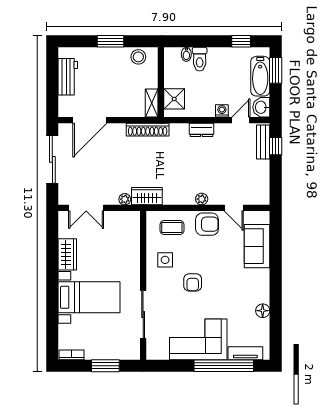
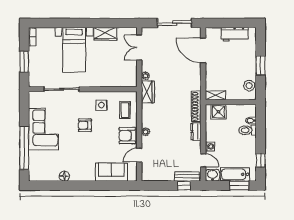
shoe rack: (148, 130) -> (196, 106), moved
armchair: (207, 224) -> (127, 136), turned 90
tv unit: (245, 353) -> (33, 164), removed

